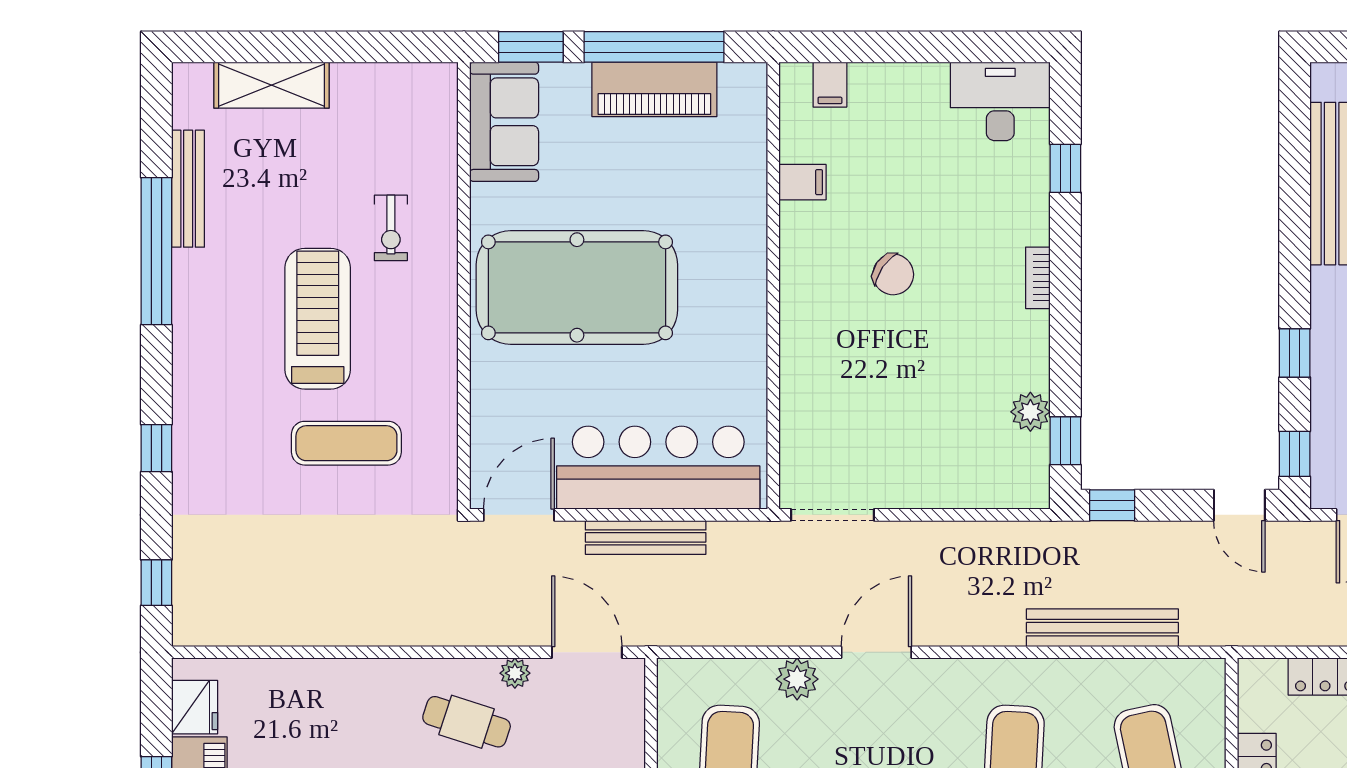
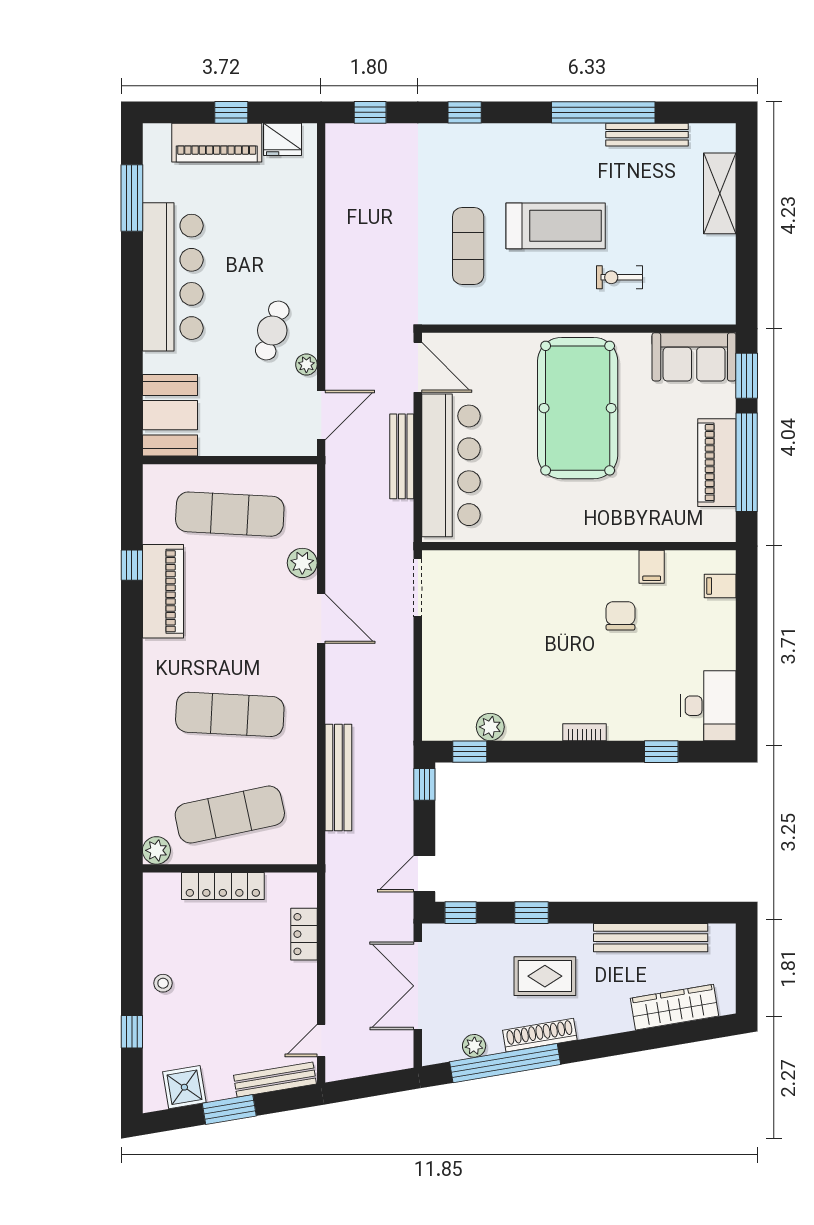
chair: (893, 274) -> (620, 616), moved, turned 145

